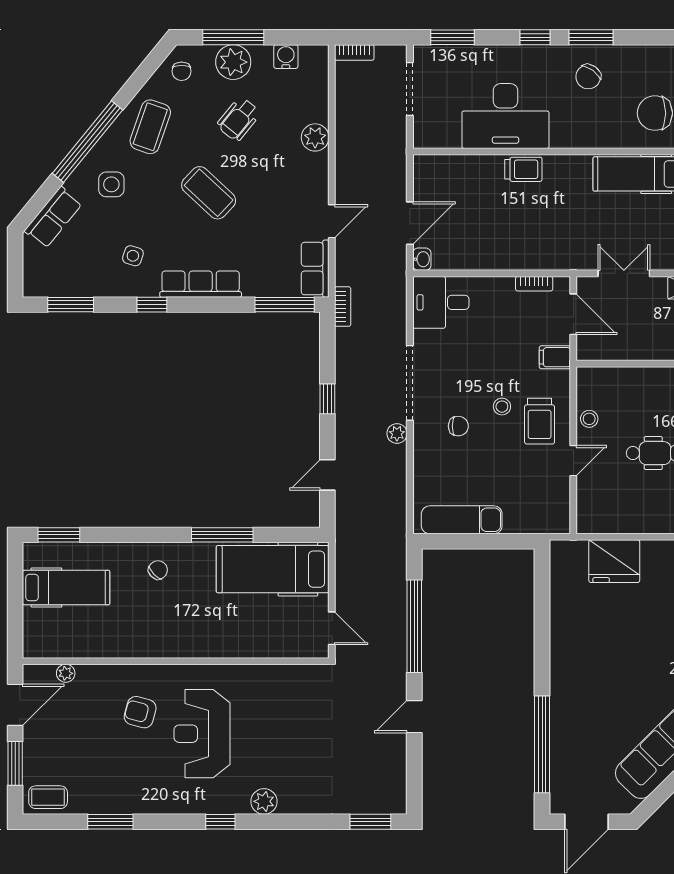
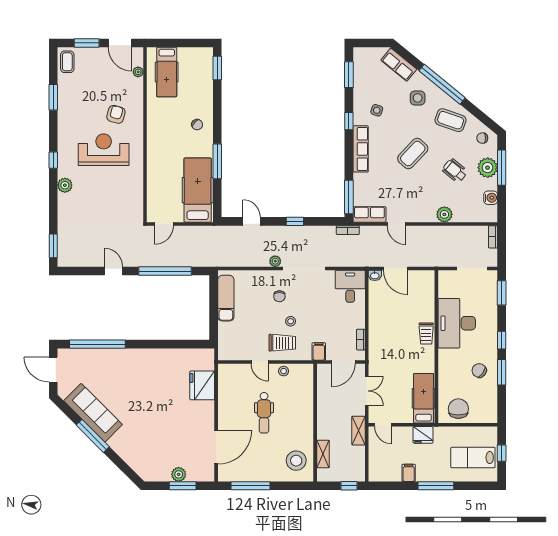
trolley: (540, 421) -> (282, 343), turned 180
hospital bed: (66, 588) -> (167, 72), moved

